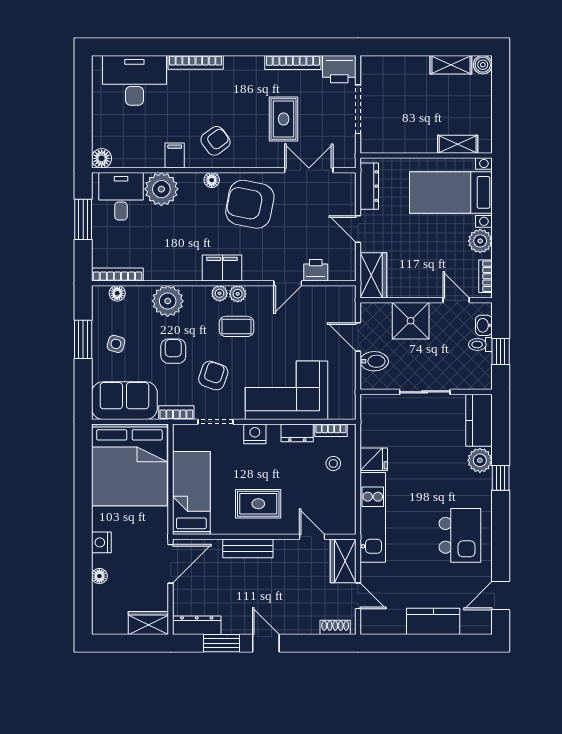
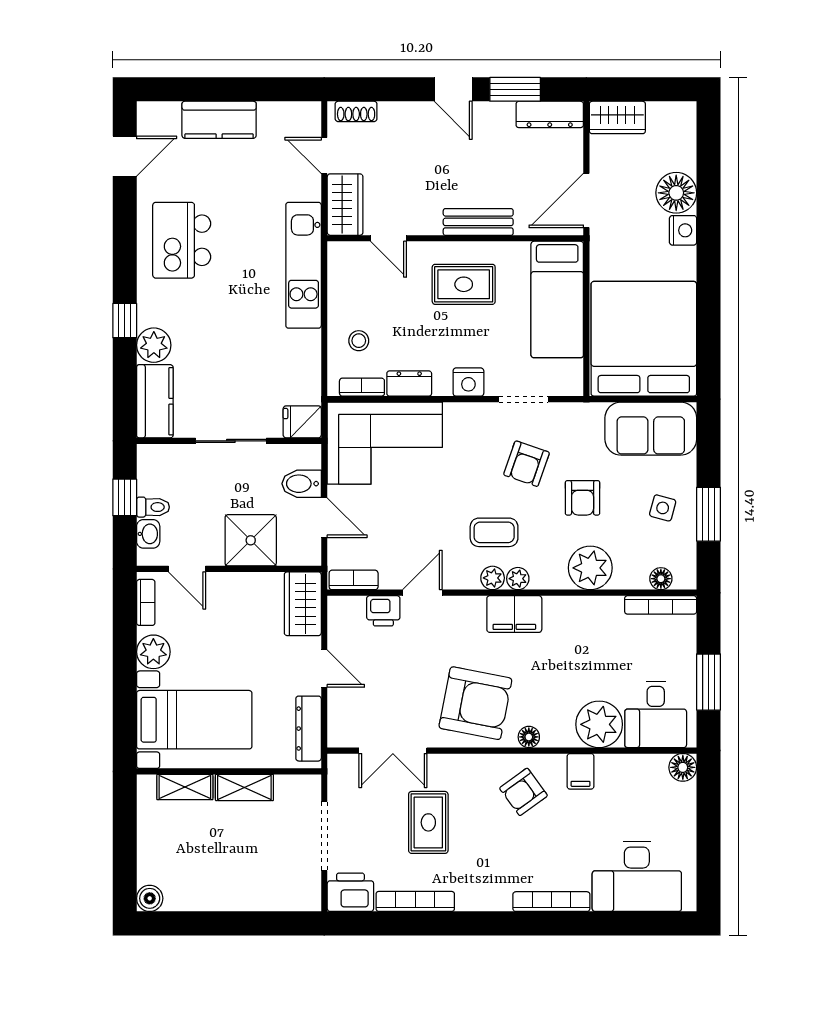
shelving: (451, 65) -> (244, 787), moved
corner sofa: (286, 390) -> (385, 443), moved
bookcase: (176, 413) -> (354, 580), moved, turned 180
fridge: (374, 459) -> (302, 422), moved
floor lamp: (99, 576) -> (676, 193), width x1.89, depth x1.89

